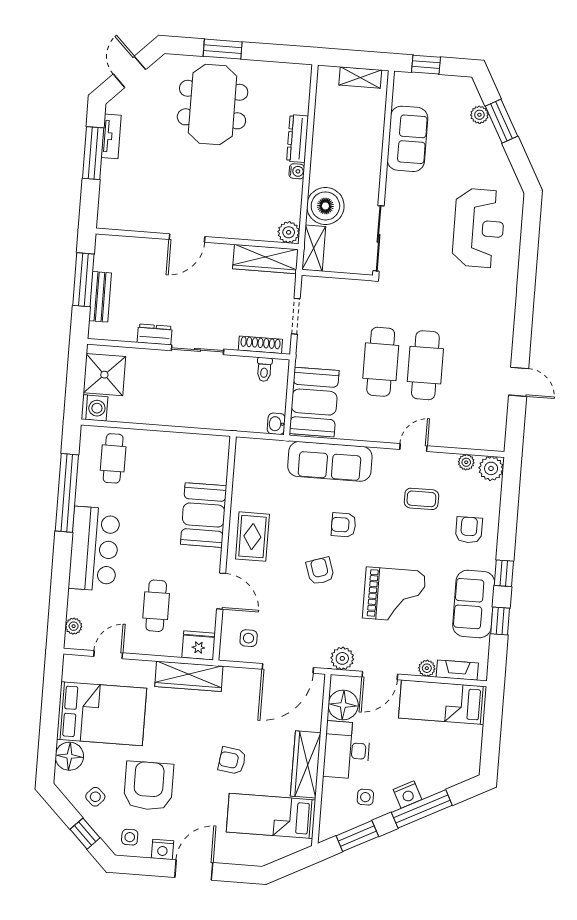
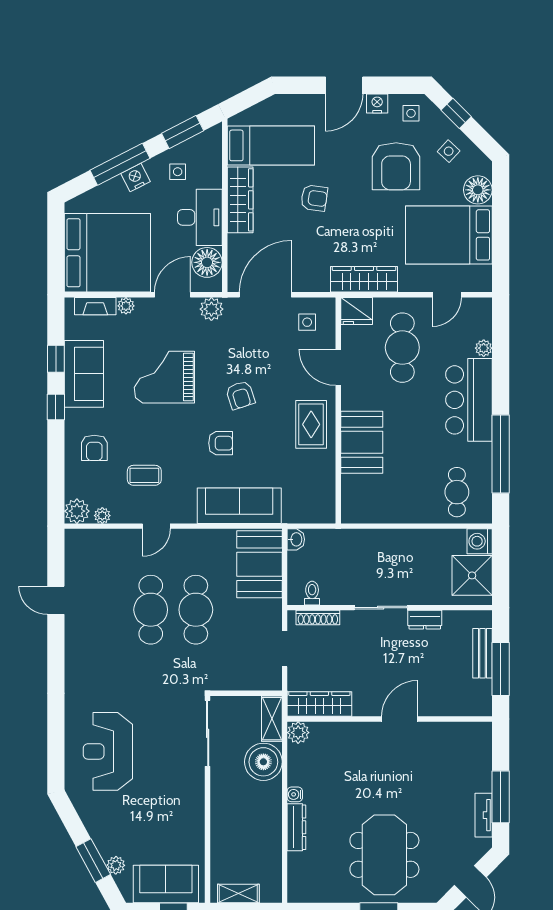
sofa: (407, 139) -> (166, 884), moved, turned 90
cafe table: (156, 606) -> (402, 348), width x1.37, depth x1.35
plant: (74, 626) -> (484, 348), moved
bed: (443, 702) -> (107, 253), width x2.04

